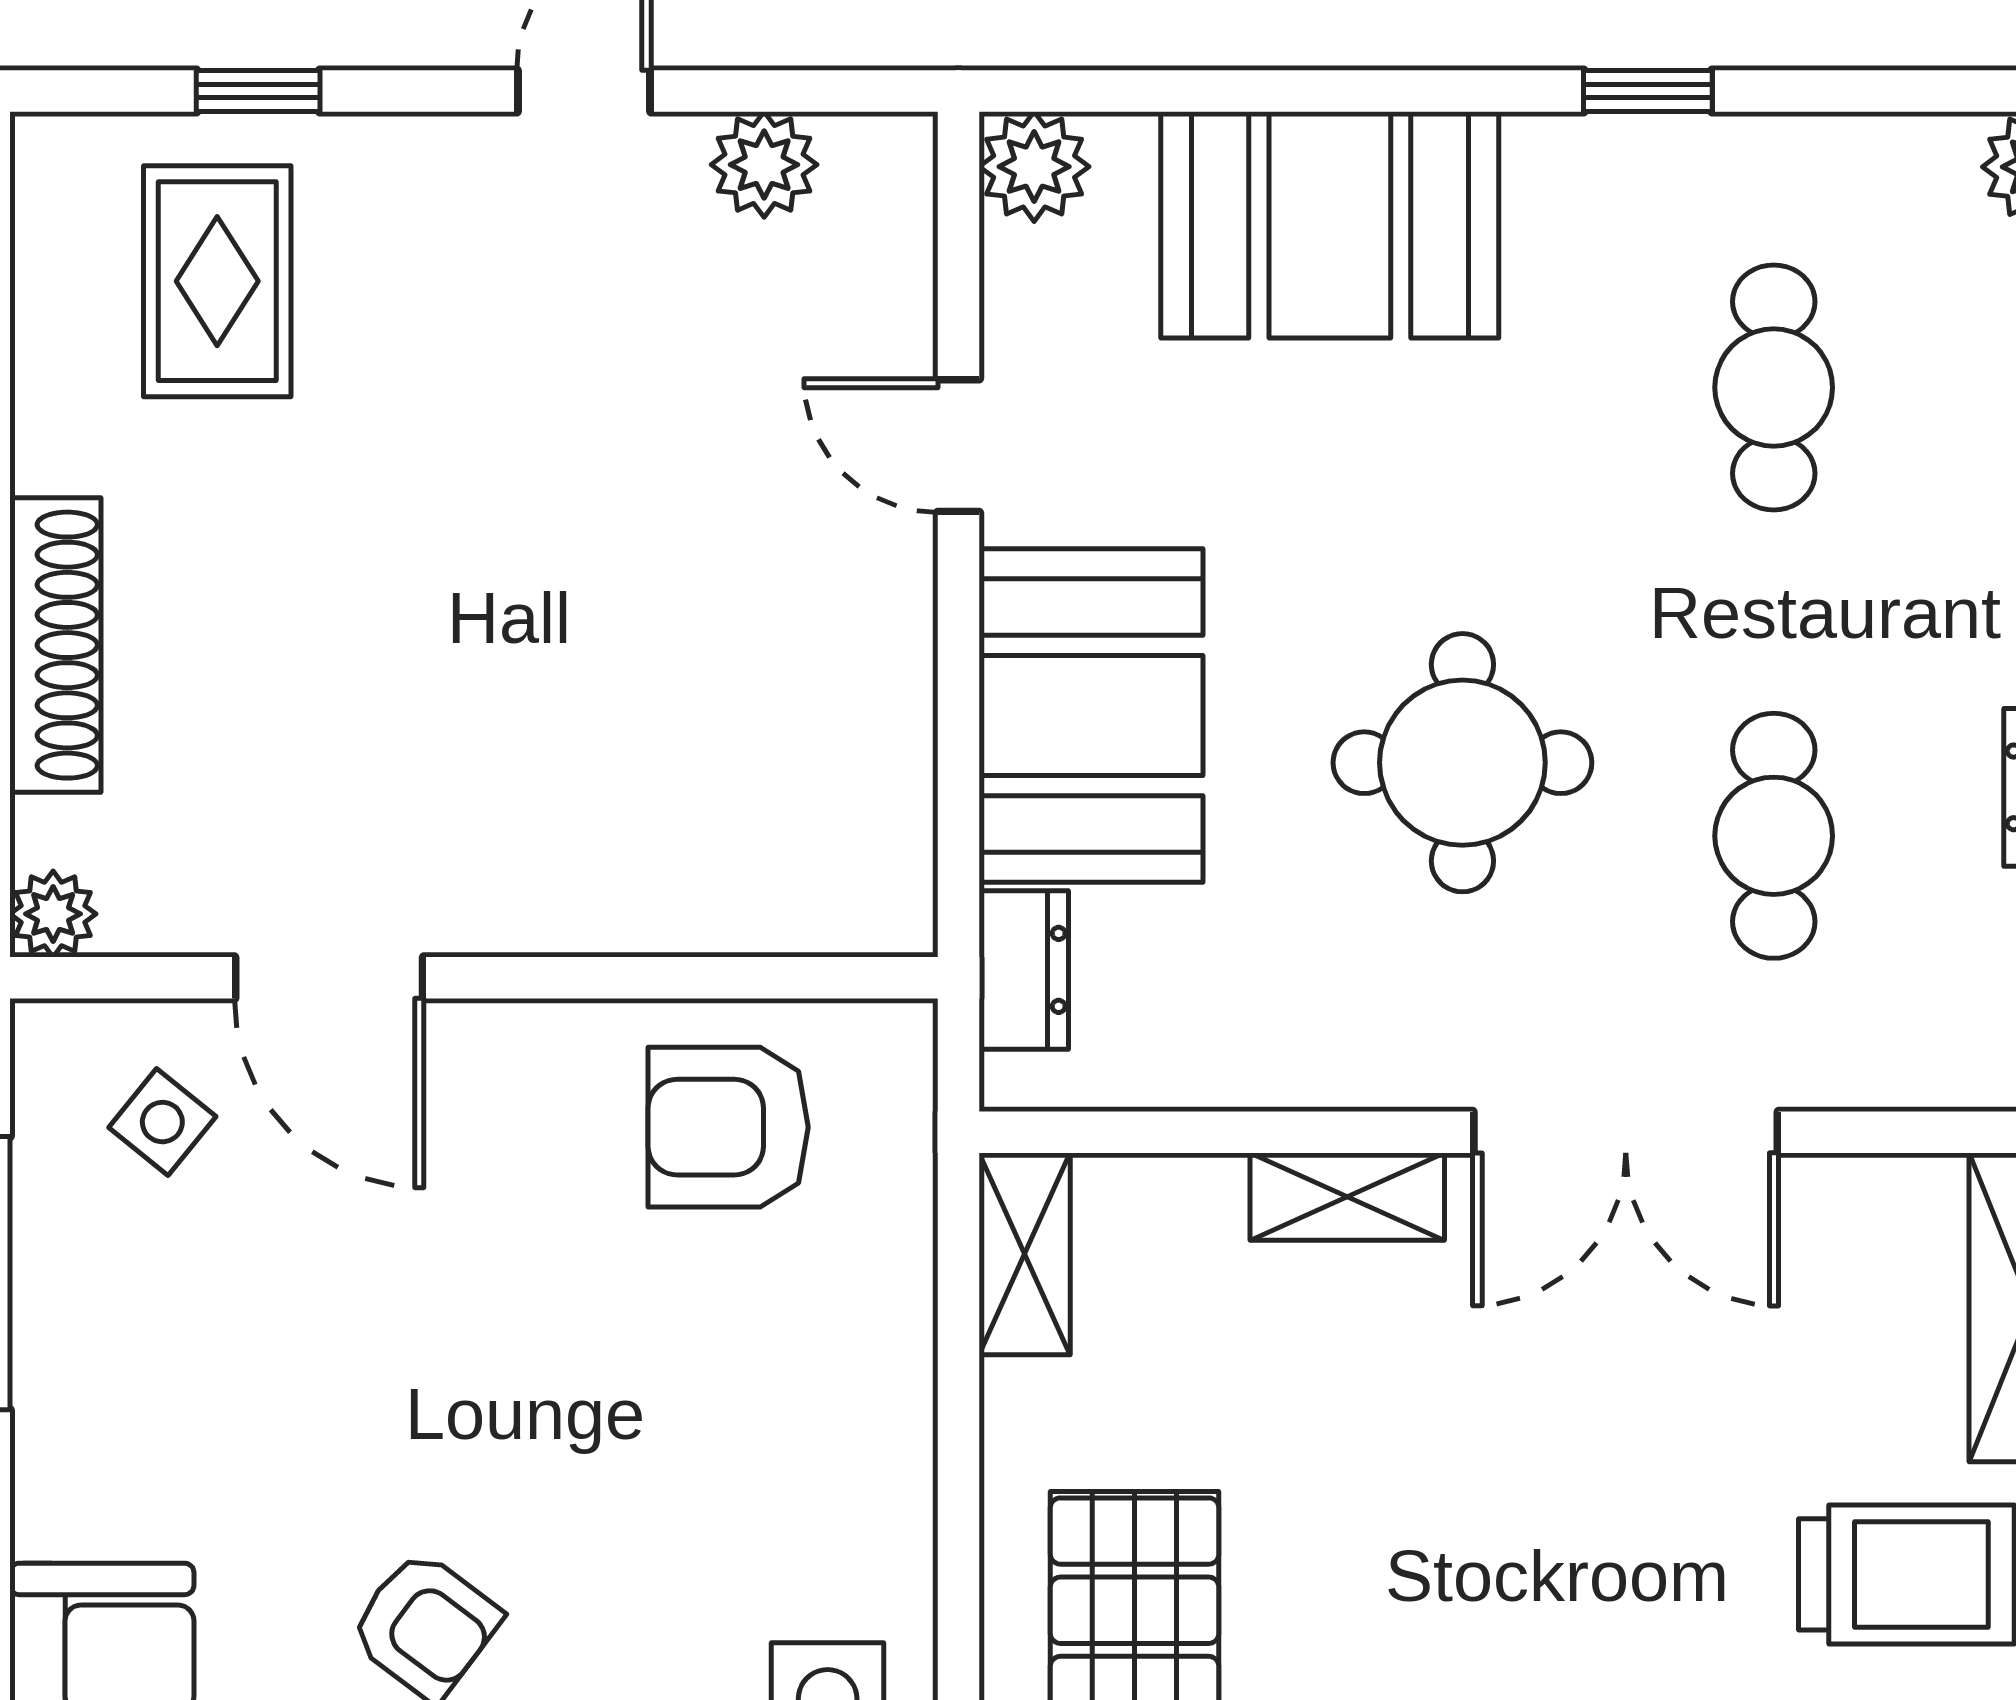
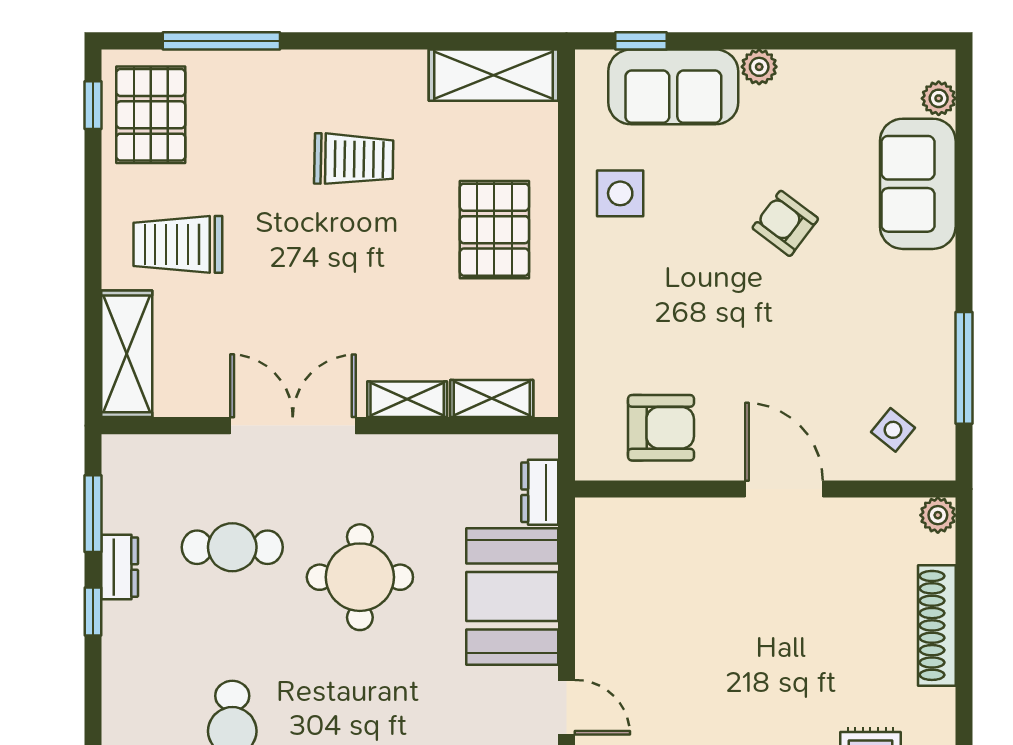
cafe table: (1774, 836) -> (232, 547), turned 90
door: (329, 978) -> (784, 489), moved
shelving: (1025, 1254) -> (492, 399), moved, turned 90

